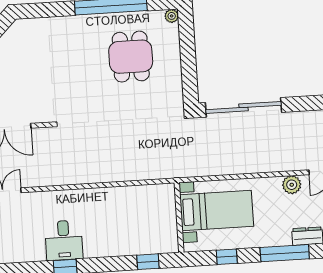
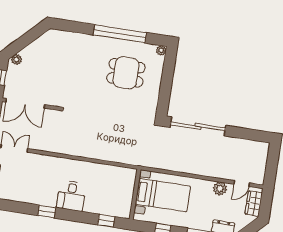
dining table: (131, 57) -> (126, 73), turned 90
desk: (64, 240) -> (71, 196), moved

